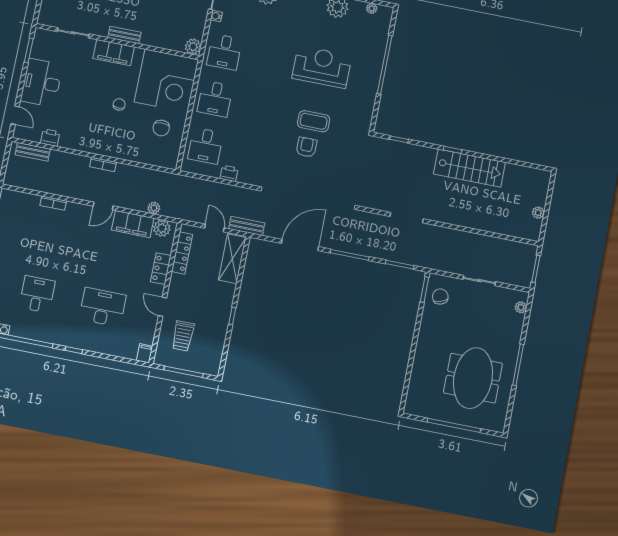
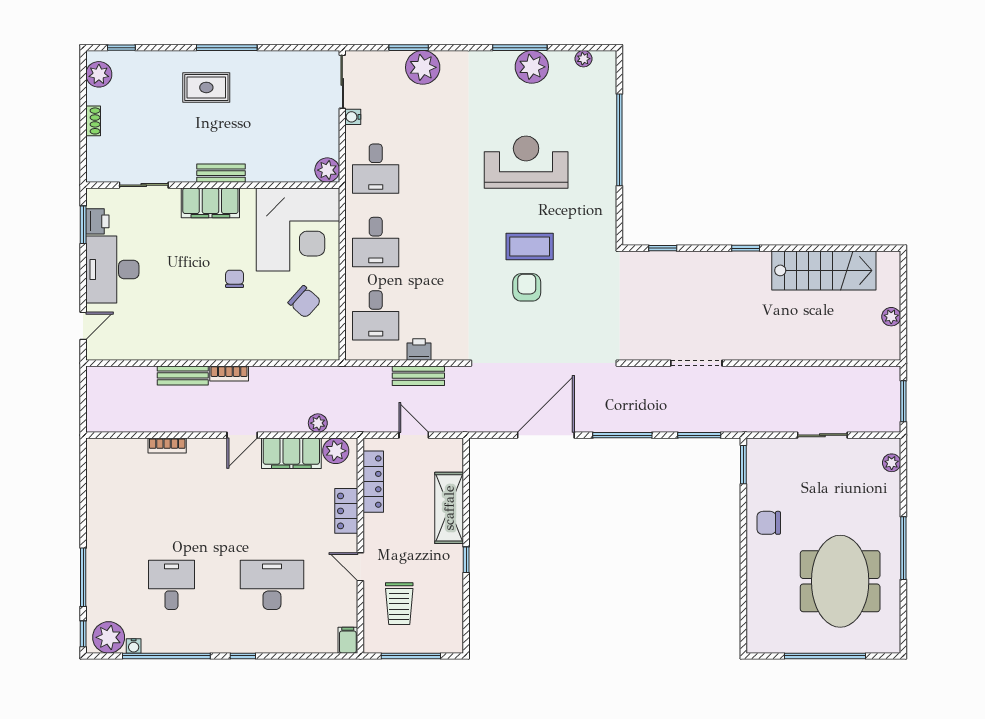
door: (15, 115) -> (83, 326), hinge flipped
chair: (161, 128) -> (304, 302), turned -48
printer: (50, 138) -> (97, 221), moved, turned 90
bench: (33, 152) -> (183, 375), moved
stairs: (469, 168) -> (824, 270), moved
bench: (247, 226) -> (418, 376), moved
shelving: (232, 259) -> (449, 508), moved
chair: (440, 297) -> (769, 523), moved, turned -72

